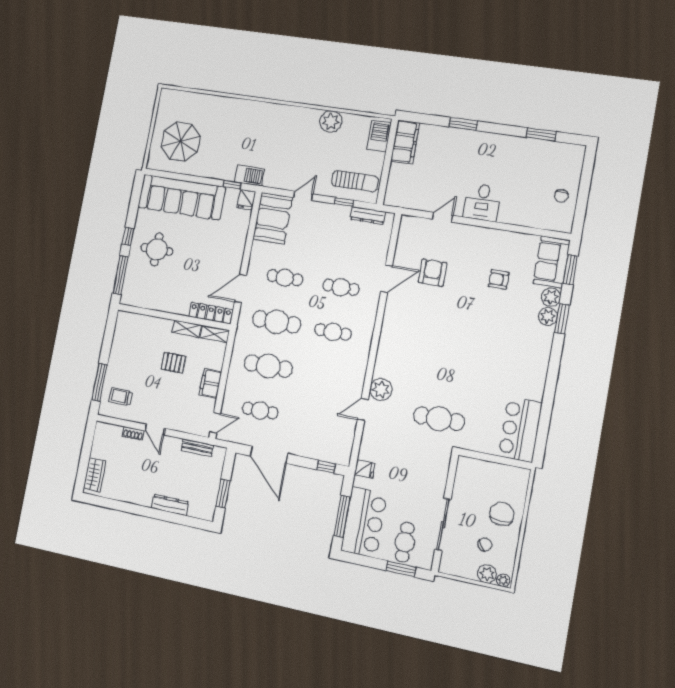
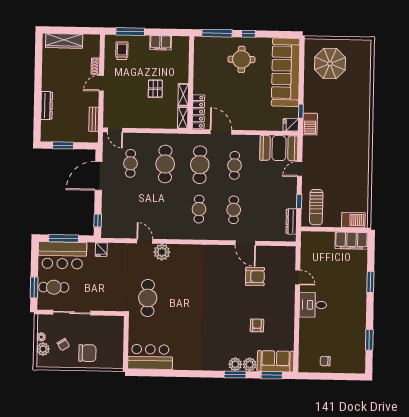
plant: (331, 121) -> (360, 181), removed
door: (303, 196) -> (300, 169), swing flipped
filing cabinet: (210, 383) -> (161, 43), moved, turned 180
wardrobe: (95, 475) -> (64, 41), width x1.50
plant: (503, 580) -> (41, 337), moved

